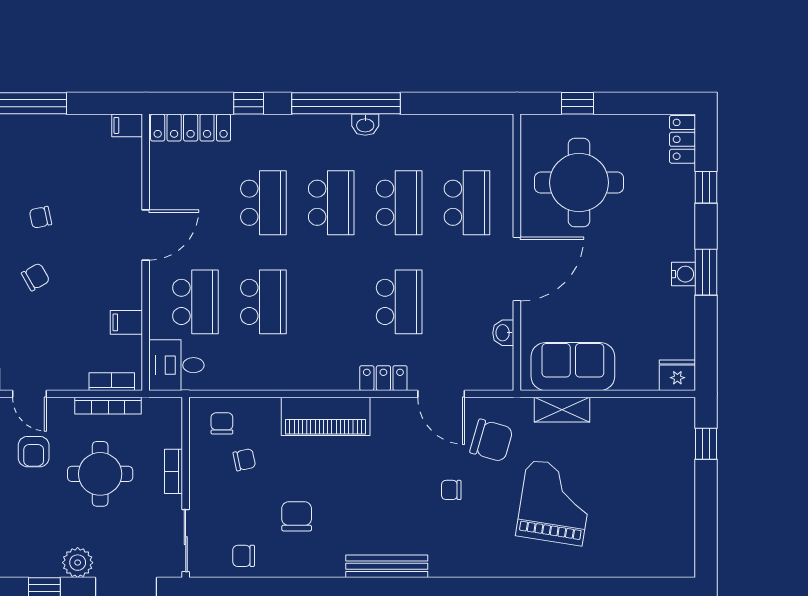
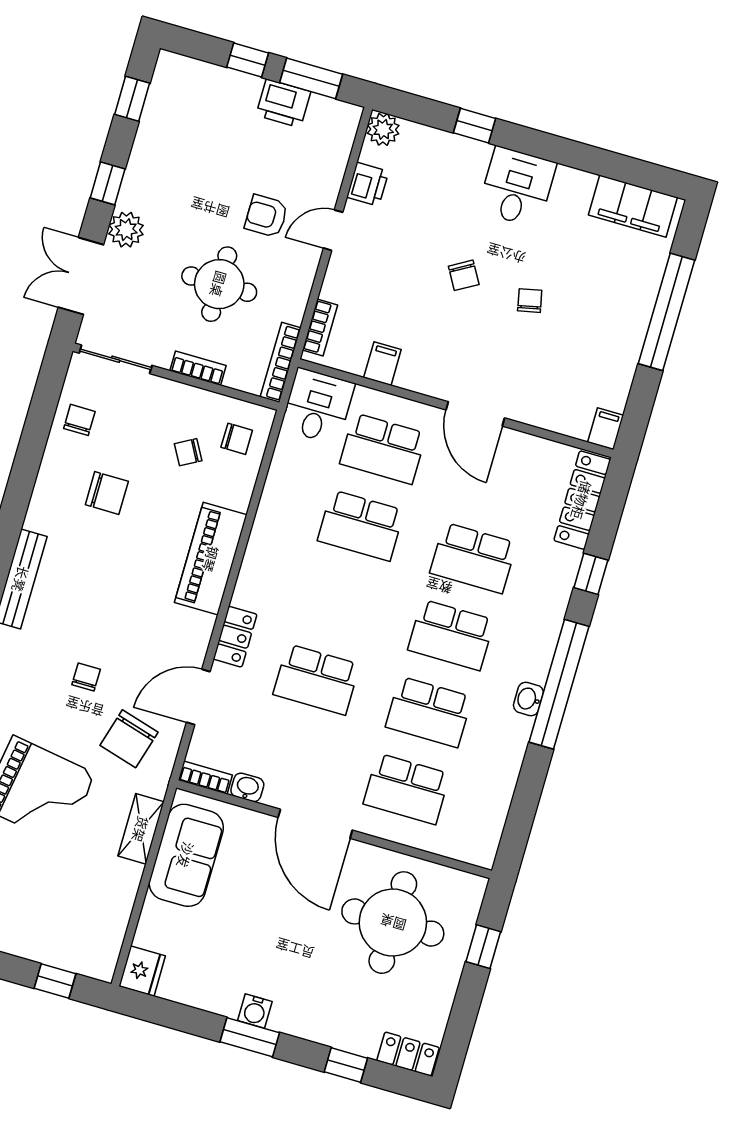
bookcase: (505, 369) -> (205, 778), added
bookcase: (108, 406) -> (281, 362), moved
chair: (244, 460) -> (188, 452), turned 73

